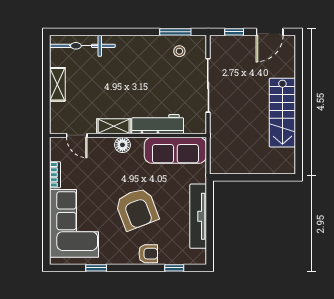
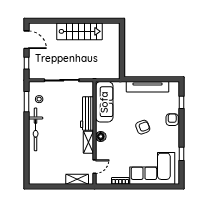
bicycle: (82, 46) -> (36, 129), moved
shelving: (57, 84) -> (77, 179), moved
armchair: (137, 209) -> (143, 127), width x0.53, depth x0.53

